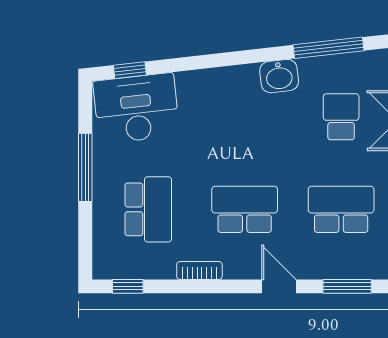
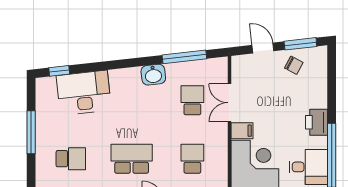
desk: (136, 108) -> (84, 93), moved
school desk: (148, 209) -> (71, 159), width x0.54
school desk: (341, 209) -> (192, 159), width x0.54

